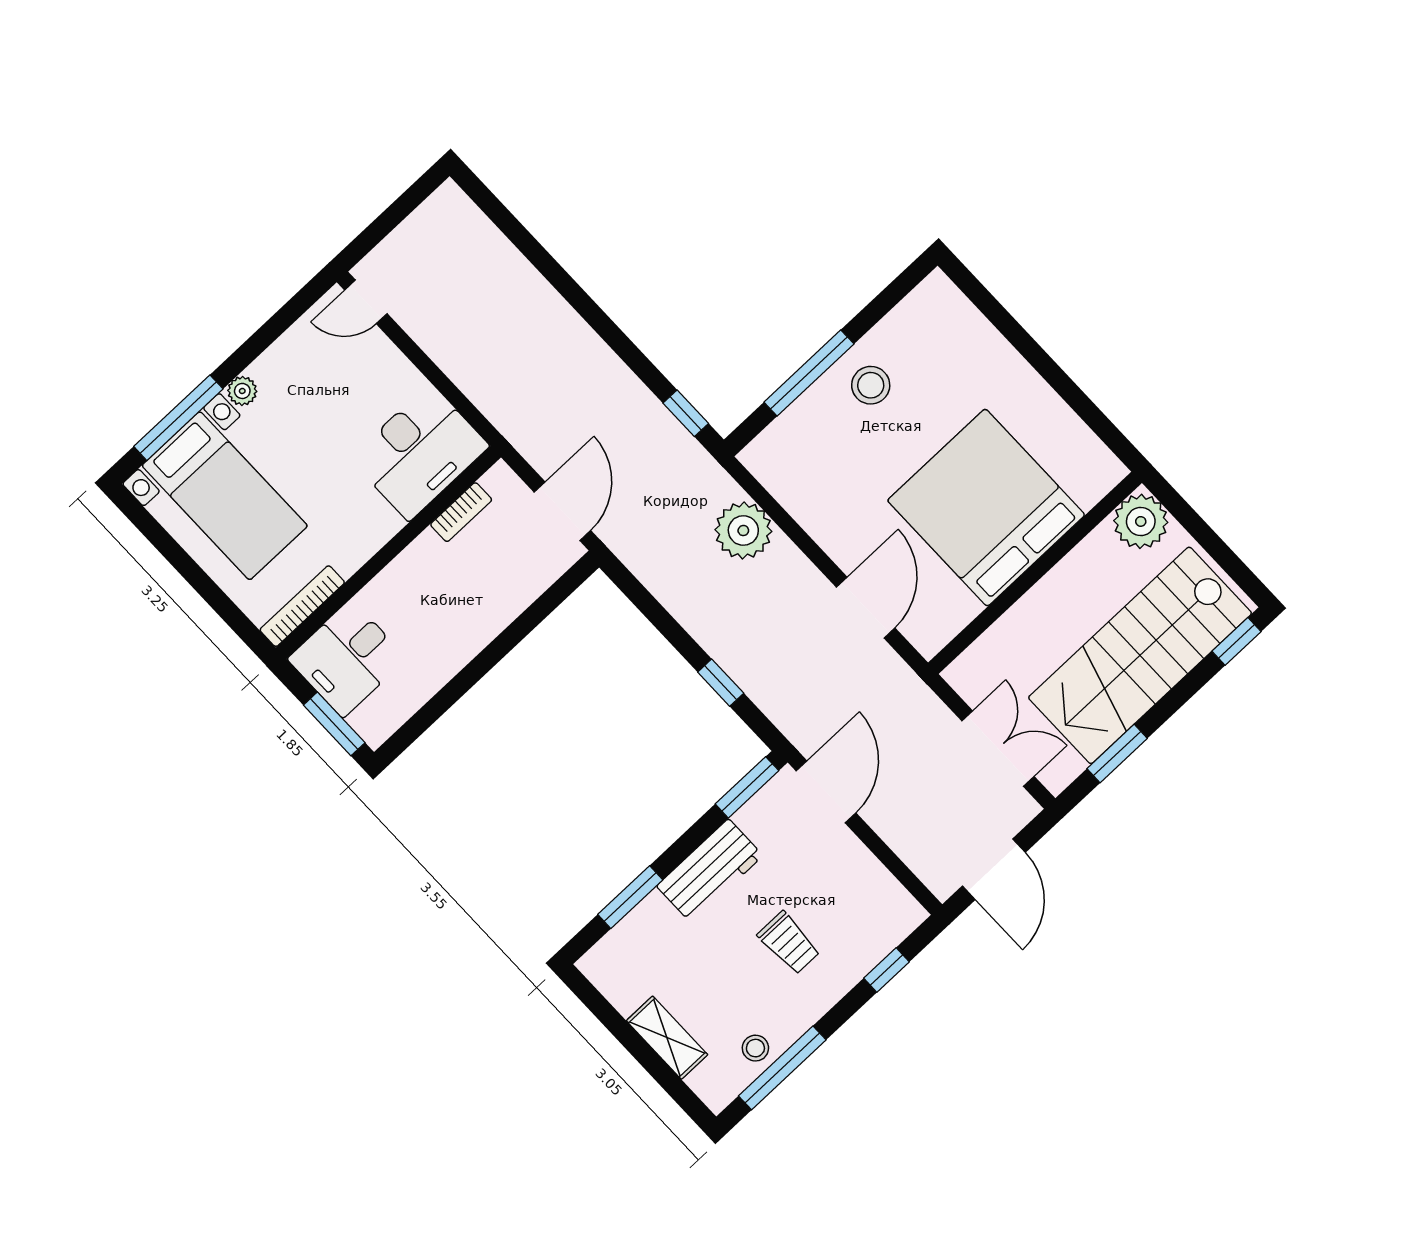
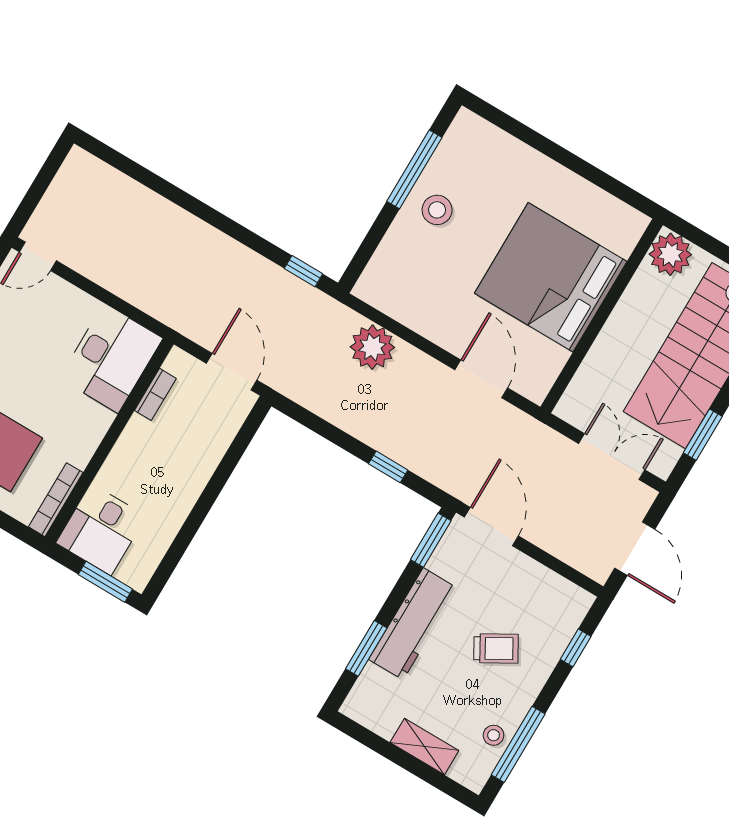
window: (809, 373) -> (414, 169), moved
workbench: (710, 871) -> (413, 624), width x1.38
trolley: (789, 943) -> (496, 649), turned -30

